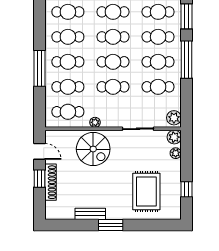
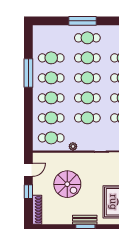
window: (39, 68) -> (28, 73), moved
spiral stairs: (93, 149) -> (67, 184), moved
door: (39, 151) -> (28, 170), hinge flipped
shoe rack: (50, 182) -> (37, 210), moved
bench: (90, 214) -> (85, 220), moved

